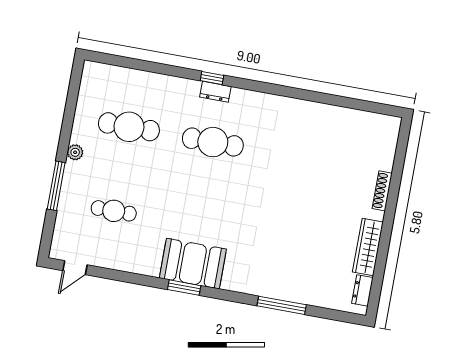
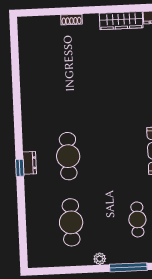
shoe rack: (382, 191) -> (71, 20), width x0.70

